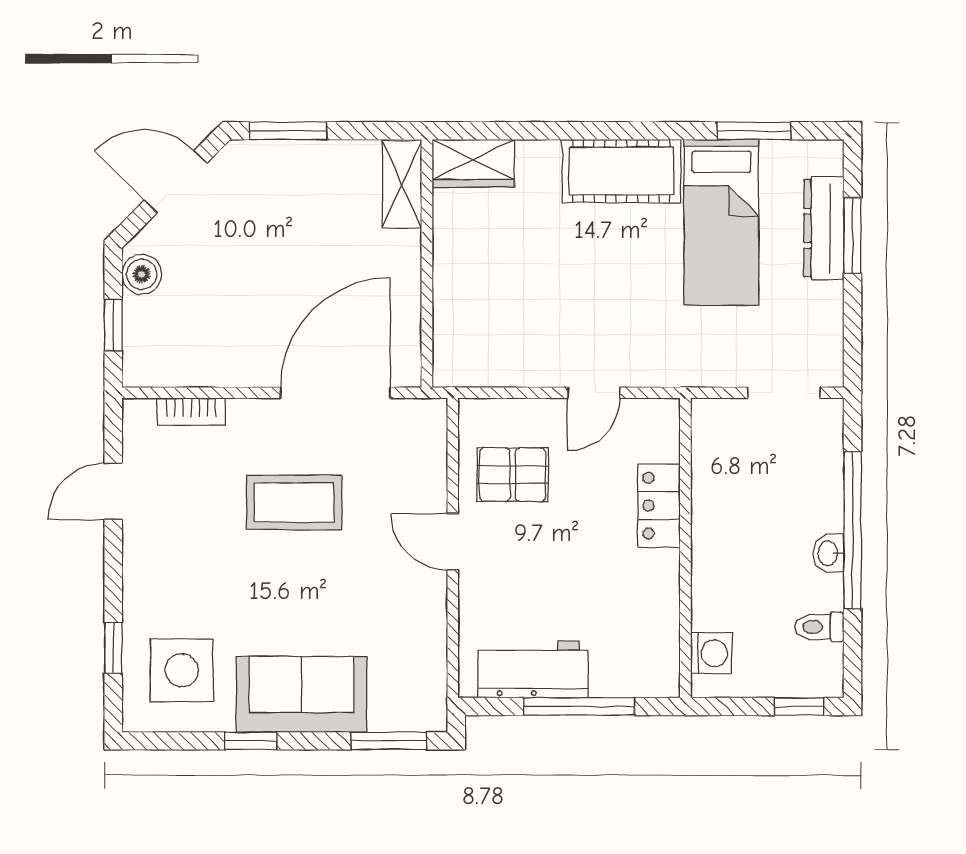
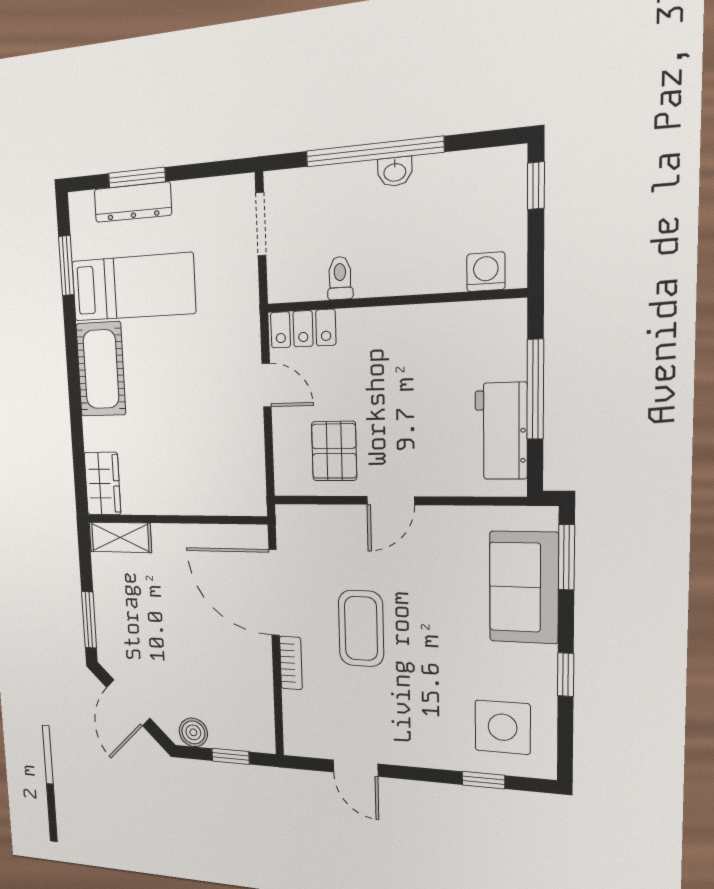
bookcase: (191, 412) -> (291, 663), moved
locker: (659, 506) -> (303, 329), moved
toilet: (819, 627) -> (340, 278), moved, turned 180
sofa: (302, 694) -> (524, 587), moved

